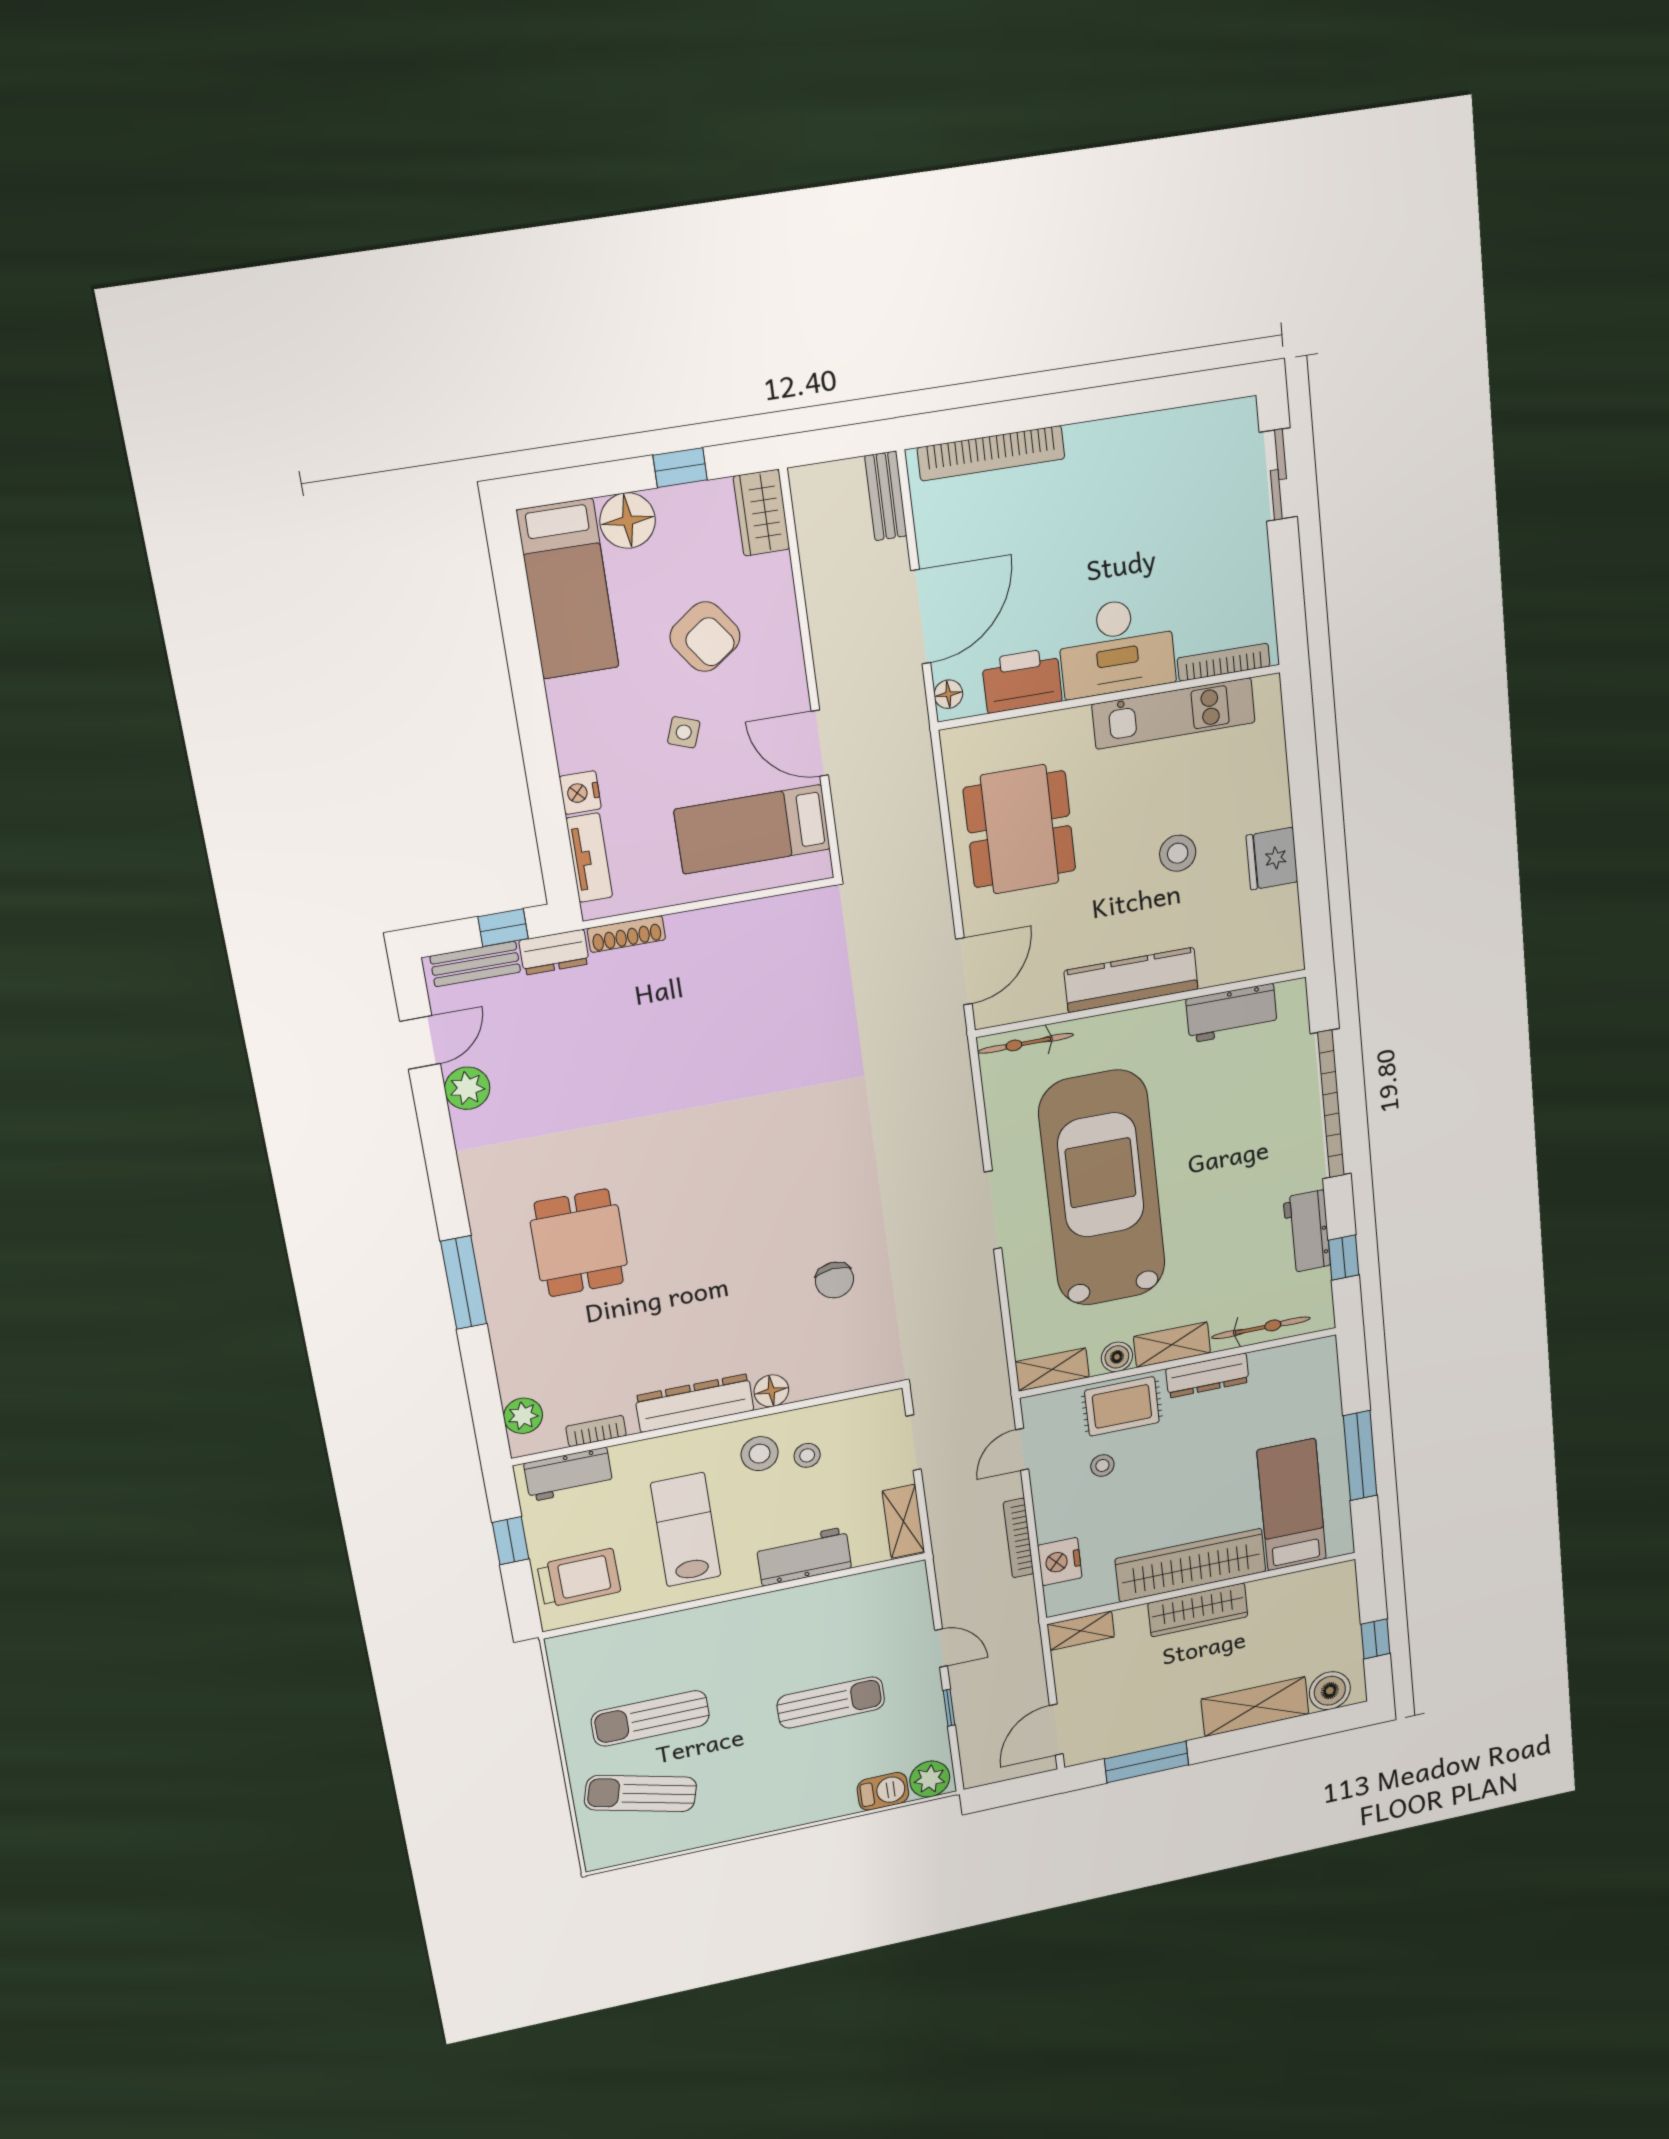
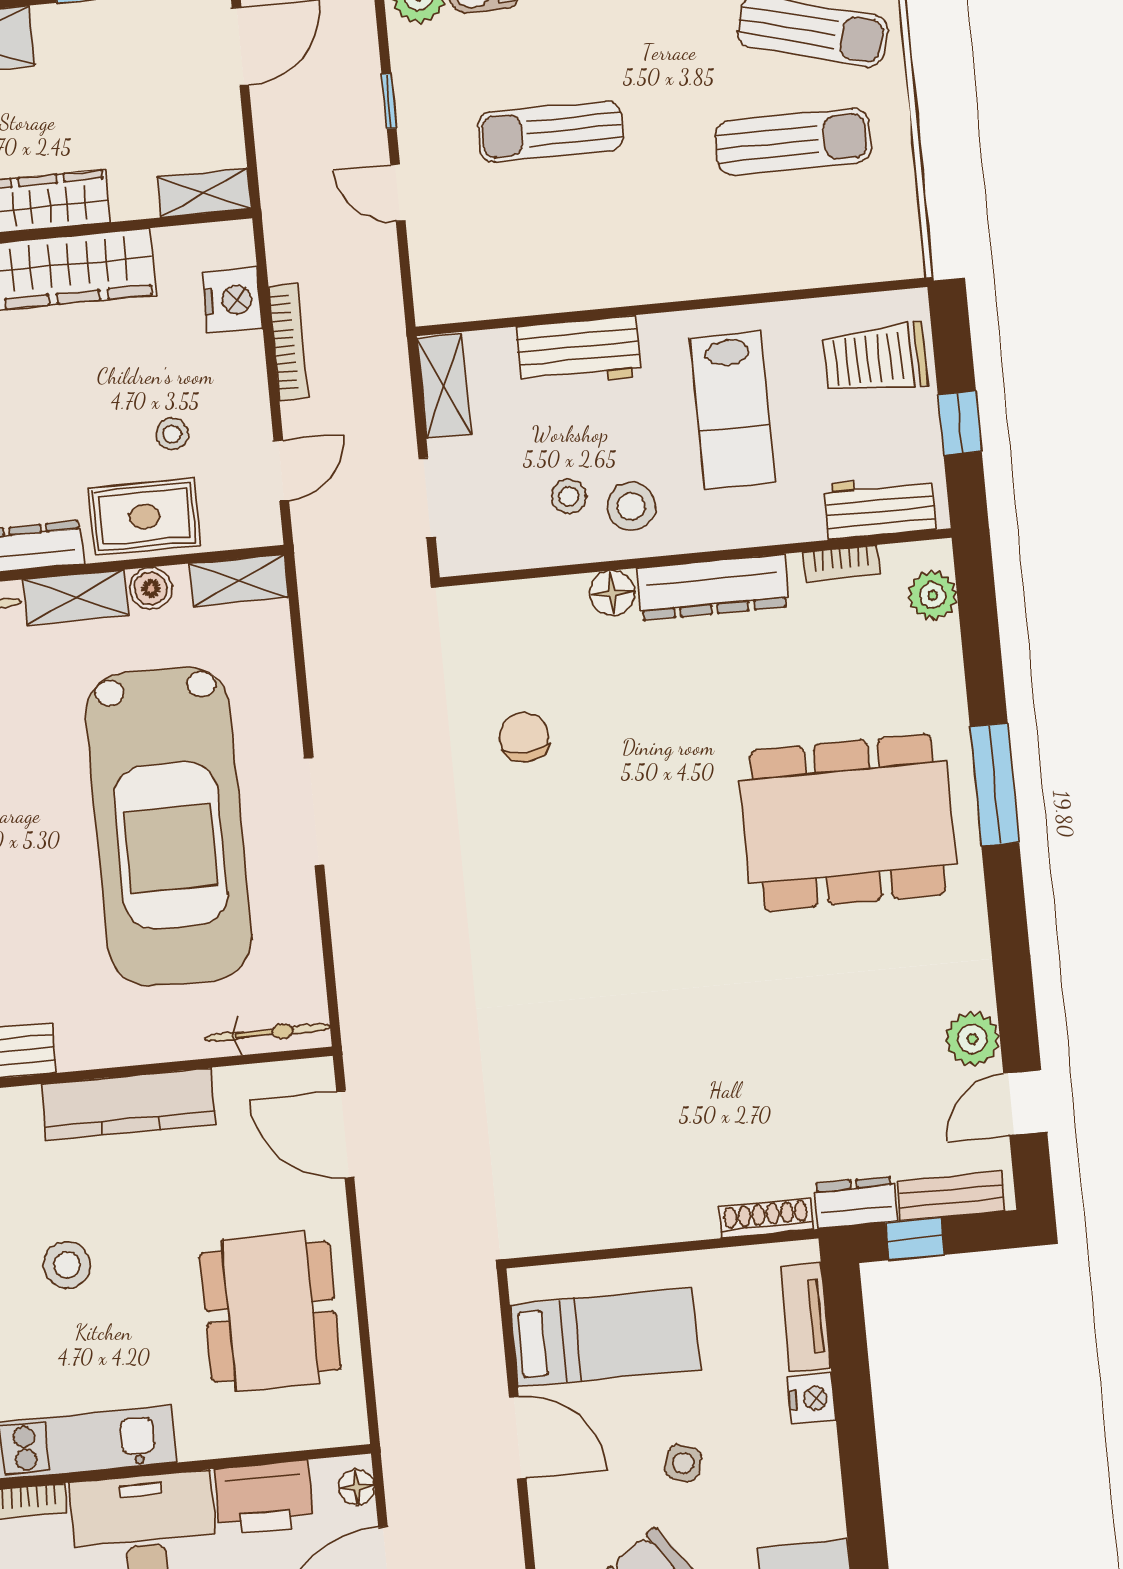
door: (964, 971) -> (345, 1134), hinge flipped
dining table: (579, 1243) -> (848, 822), width x1.88, depth x1.24

